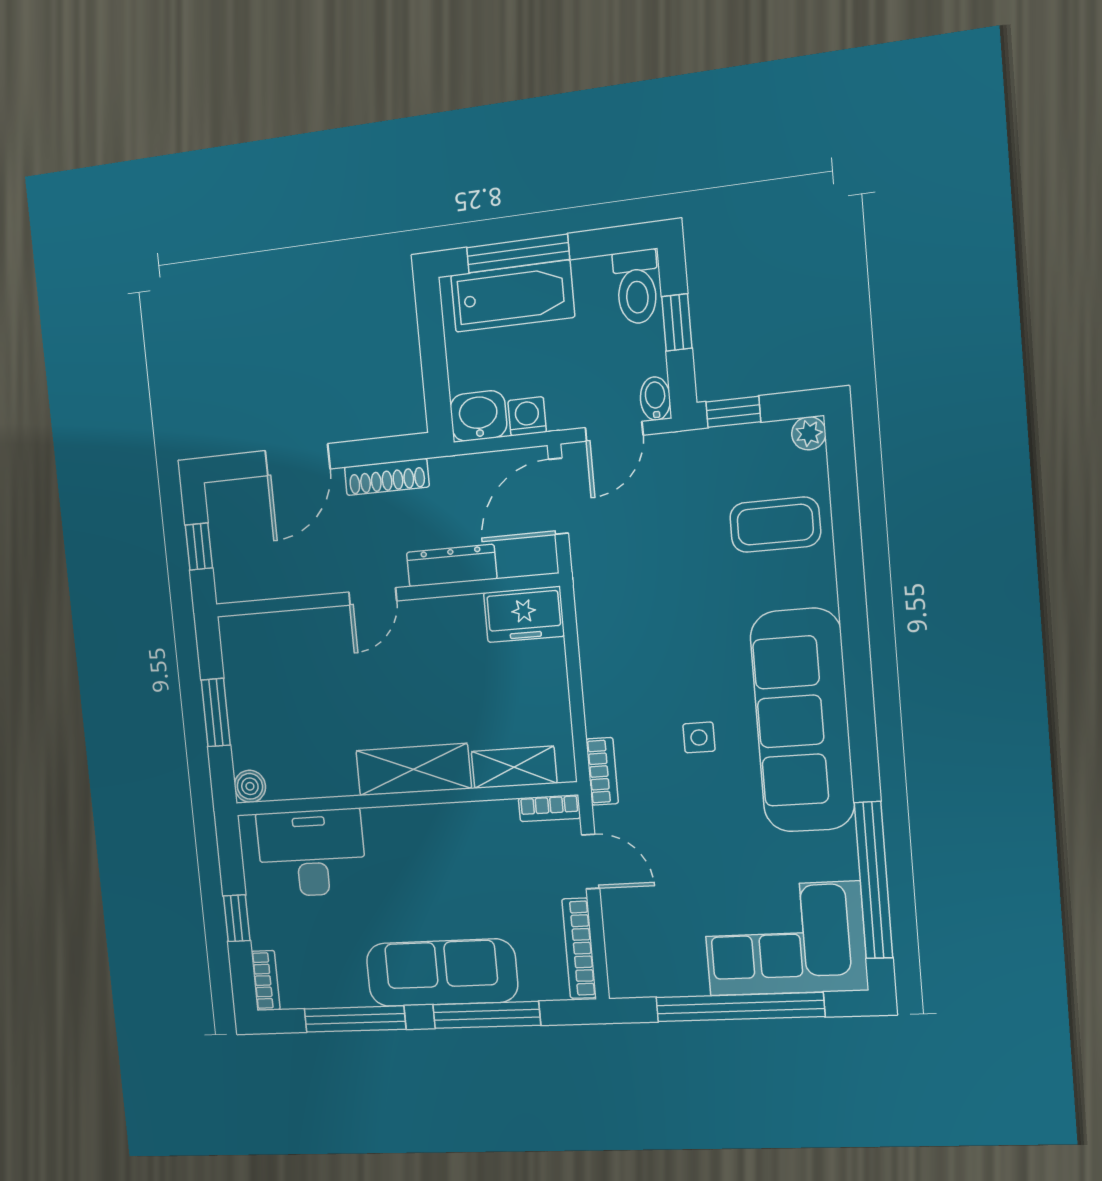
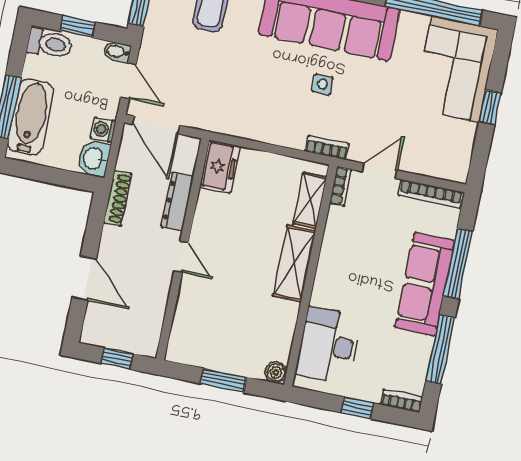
shoe rack: (387, 477) -> (118, 198), moved
window: (740, 1007) -> (490, 107), width x0.32

